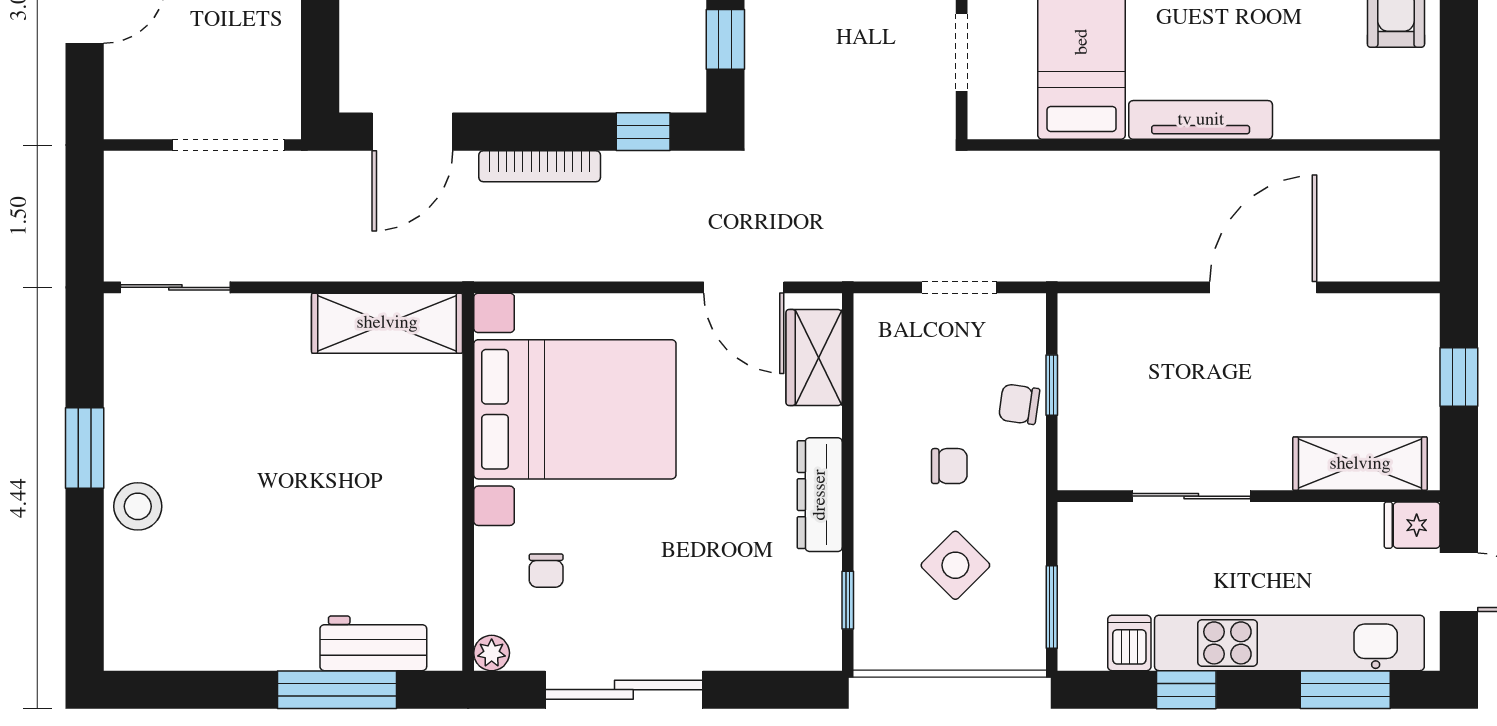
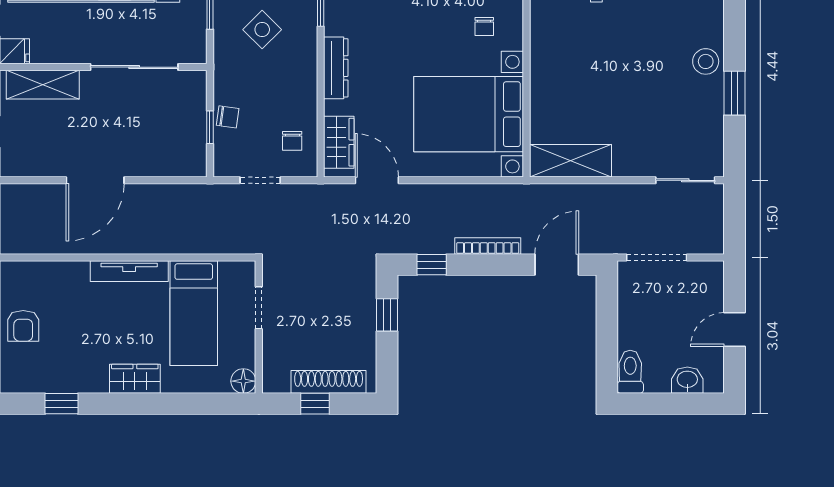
chair: (949, 466) -> (292, 141), moved, turned -90
sliding door: (1191, 496) -> (134, 67), width x1.37
chair: (546, 571) -> (484, 27), turned 180

